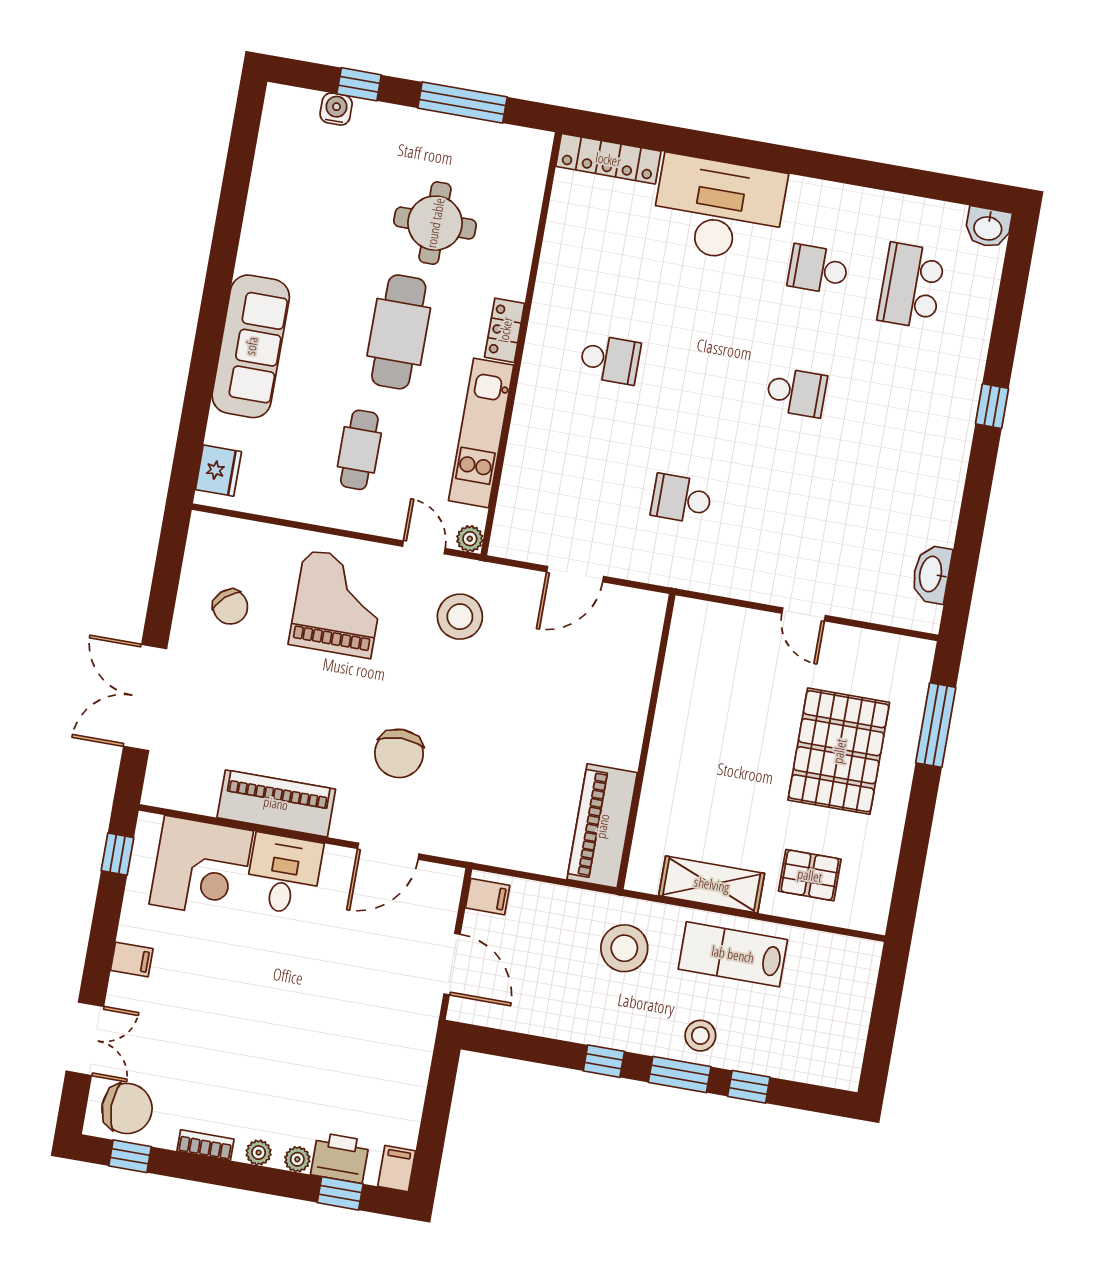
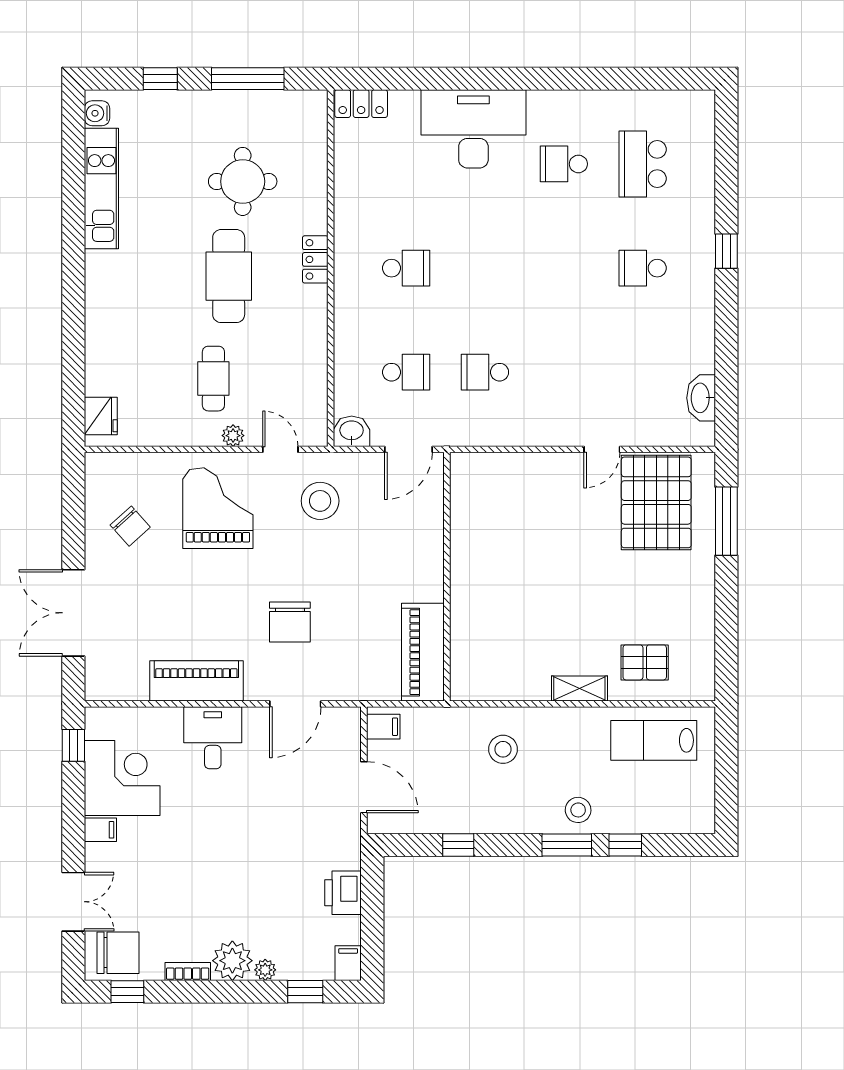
water cooler: (336, 109) -> (97, 113), moved, turned -90
locker: (608, 159) -> (361, 104), width x0.66
washbasin: (988, 227) -> (352, 431), moved, turned 180
sofa: (251, 346) -> (109, 309), removed
school desk: (796, 392) -> (643, 268), moved, turned 180
kitchen unit: (481, 433) -> (101, 188), moved, turned 180
school desk: (588, 482) -> (406, 372), added
plant: (470, 539) -> (233, 436), moved
door: (804, 614) -> (602, 449), hinge flipped
wall: (646, 742) -> (447, 577), moved
pallet: (839, 751) -> (656, 502), moved
piano: (602, 826) -> (423, 652), moved
corner desk: (201, 868) -> (122, 778), moved, turned -90
shelving: (712, 884) -> (579, 689), width x0.67, depth x0.75
stool: (624, 948) -> (503, 749), width x0.73, depth x0.73
lab bench: (733, 954) -> (654, 740), moved
window: (604, 1061) -> (458, 845), moved
plant: (259, 1153) -> (232, 961), width x1.88, depth x1.88
printer: (340, 1158) -> (343, 893), moved, turned -90

